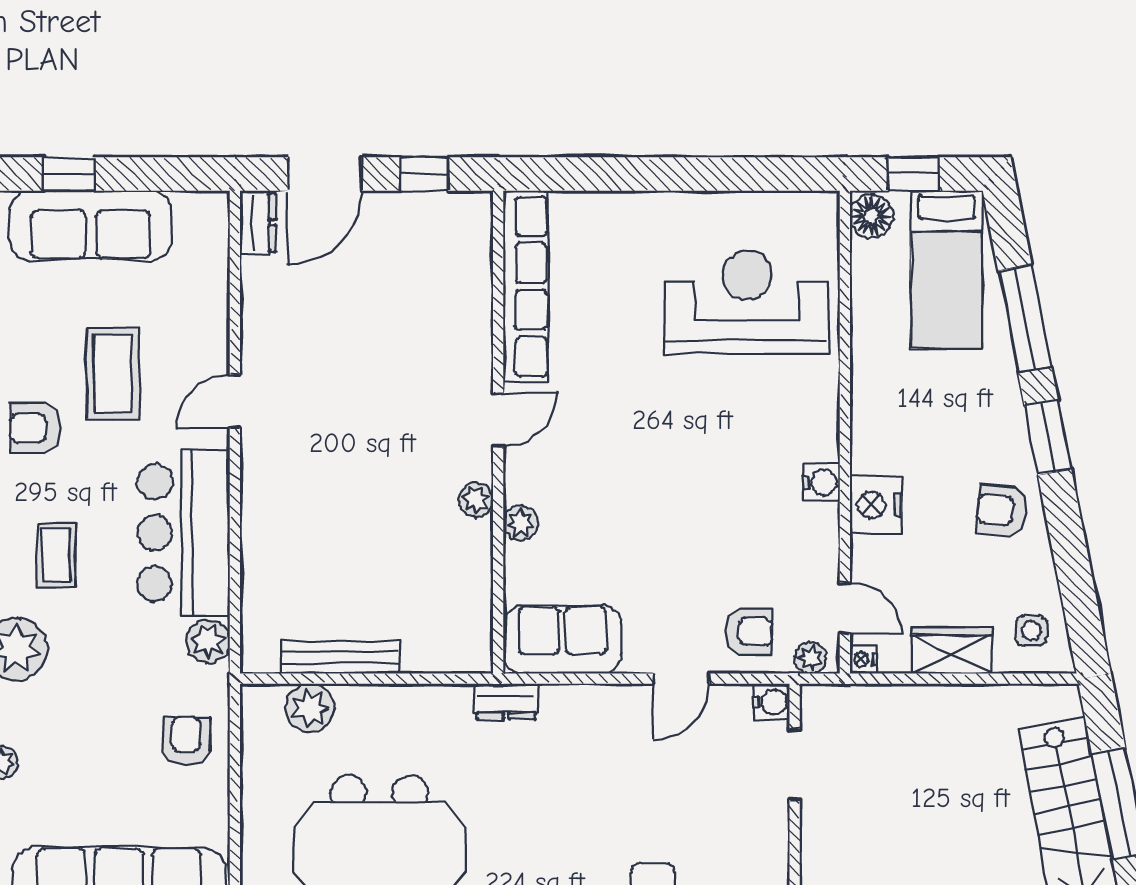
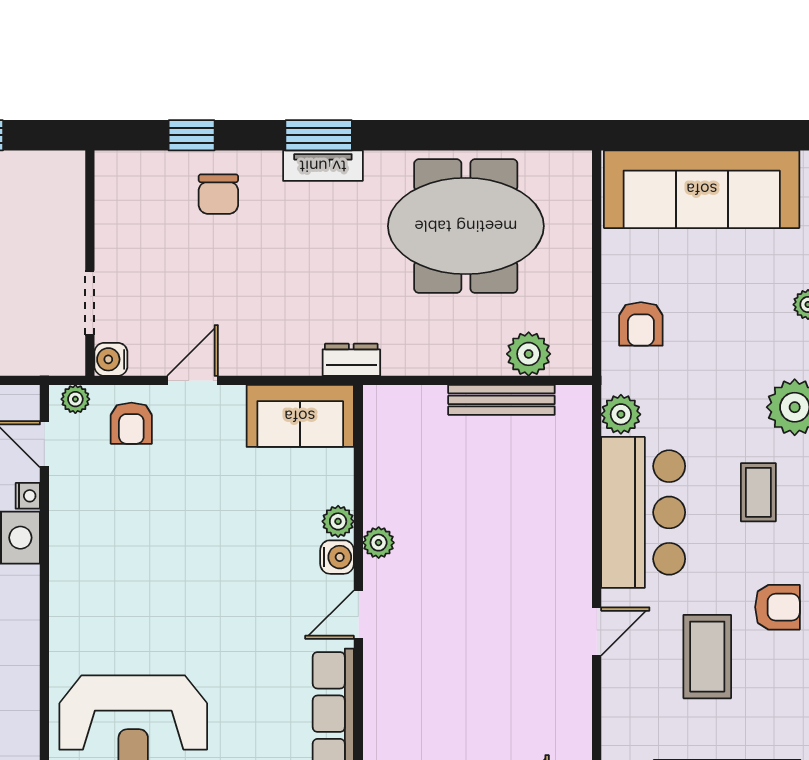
water cooler: (821, 482) -> (337, 557), moved, turned 180
armchair: (749, 631) -> (131, 423), turned -90
nightstand: (863, 659) -> (28, 496), moved

